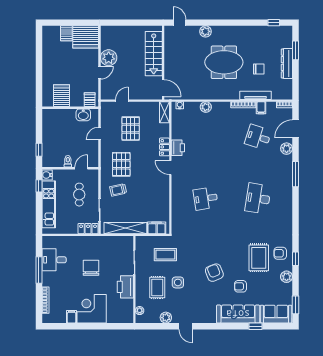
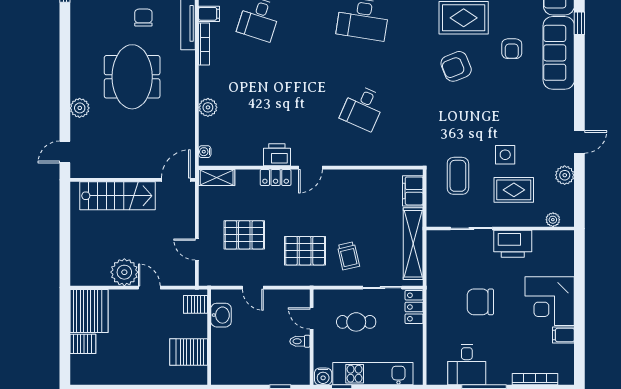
desk: (206, 198) -> (363, 108), turned 33
armchair: (214, 273) -> (456, 66), moved

